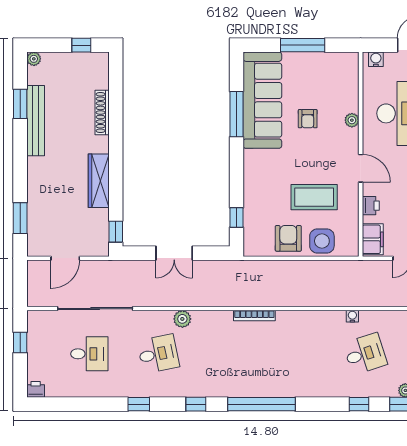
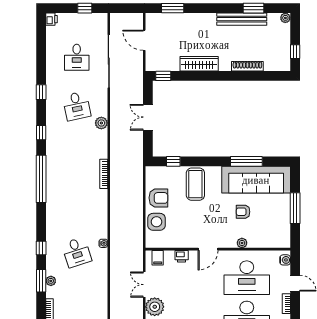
coffee table: (314, 197) -> (195, 184), moved
filing cabinet: (373, 239) -> (158, 258), width x0.50

